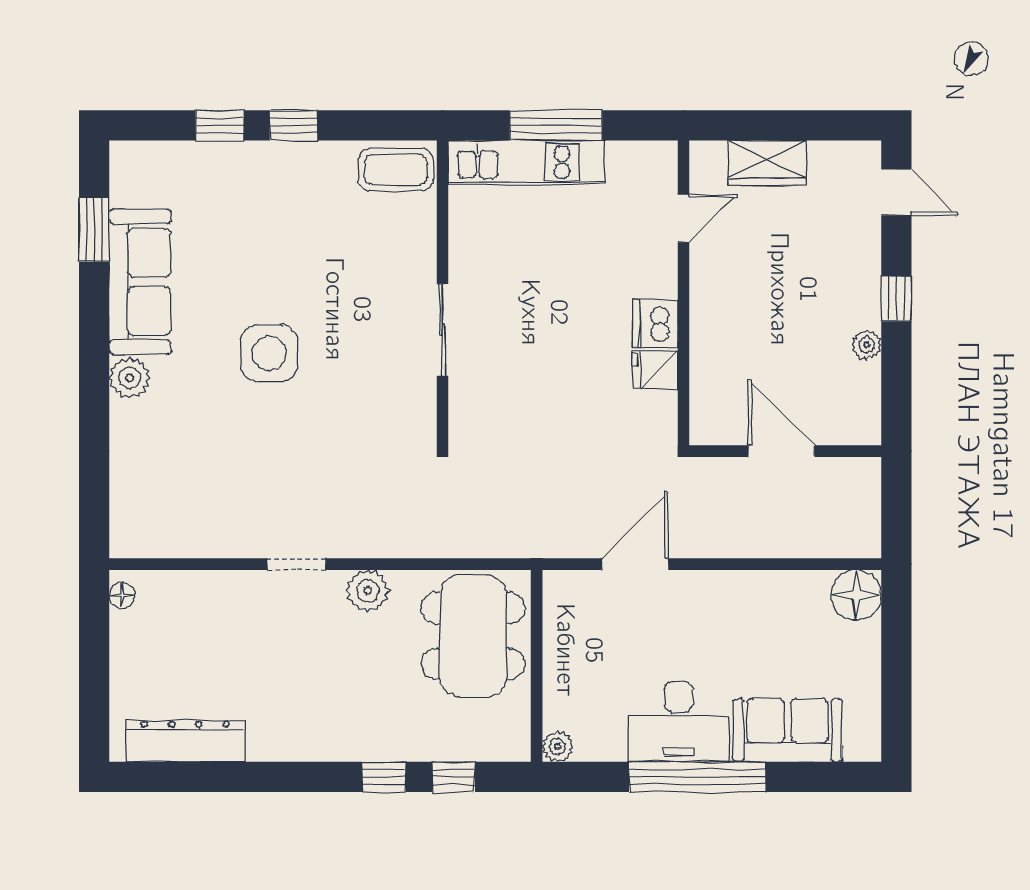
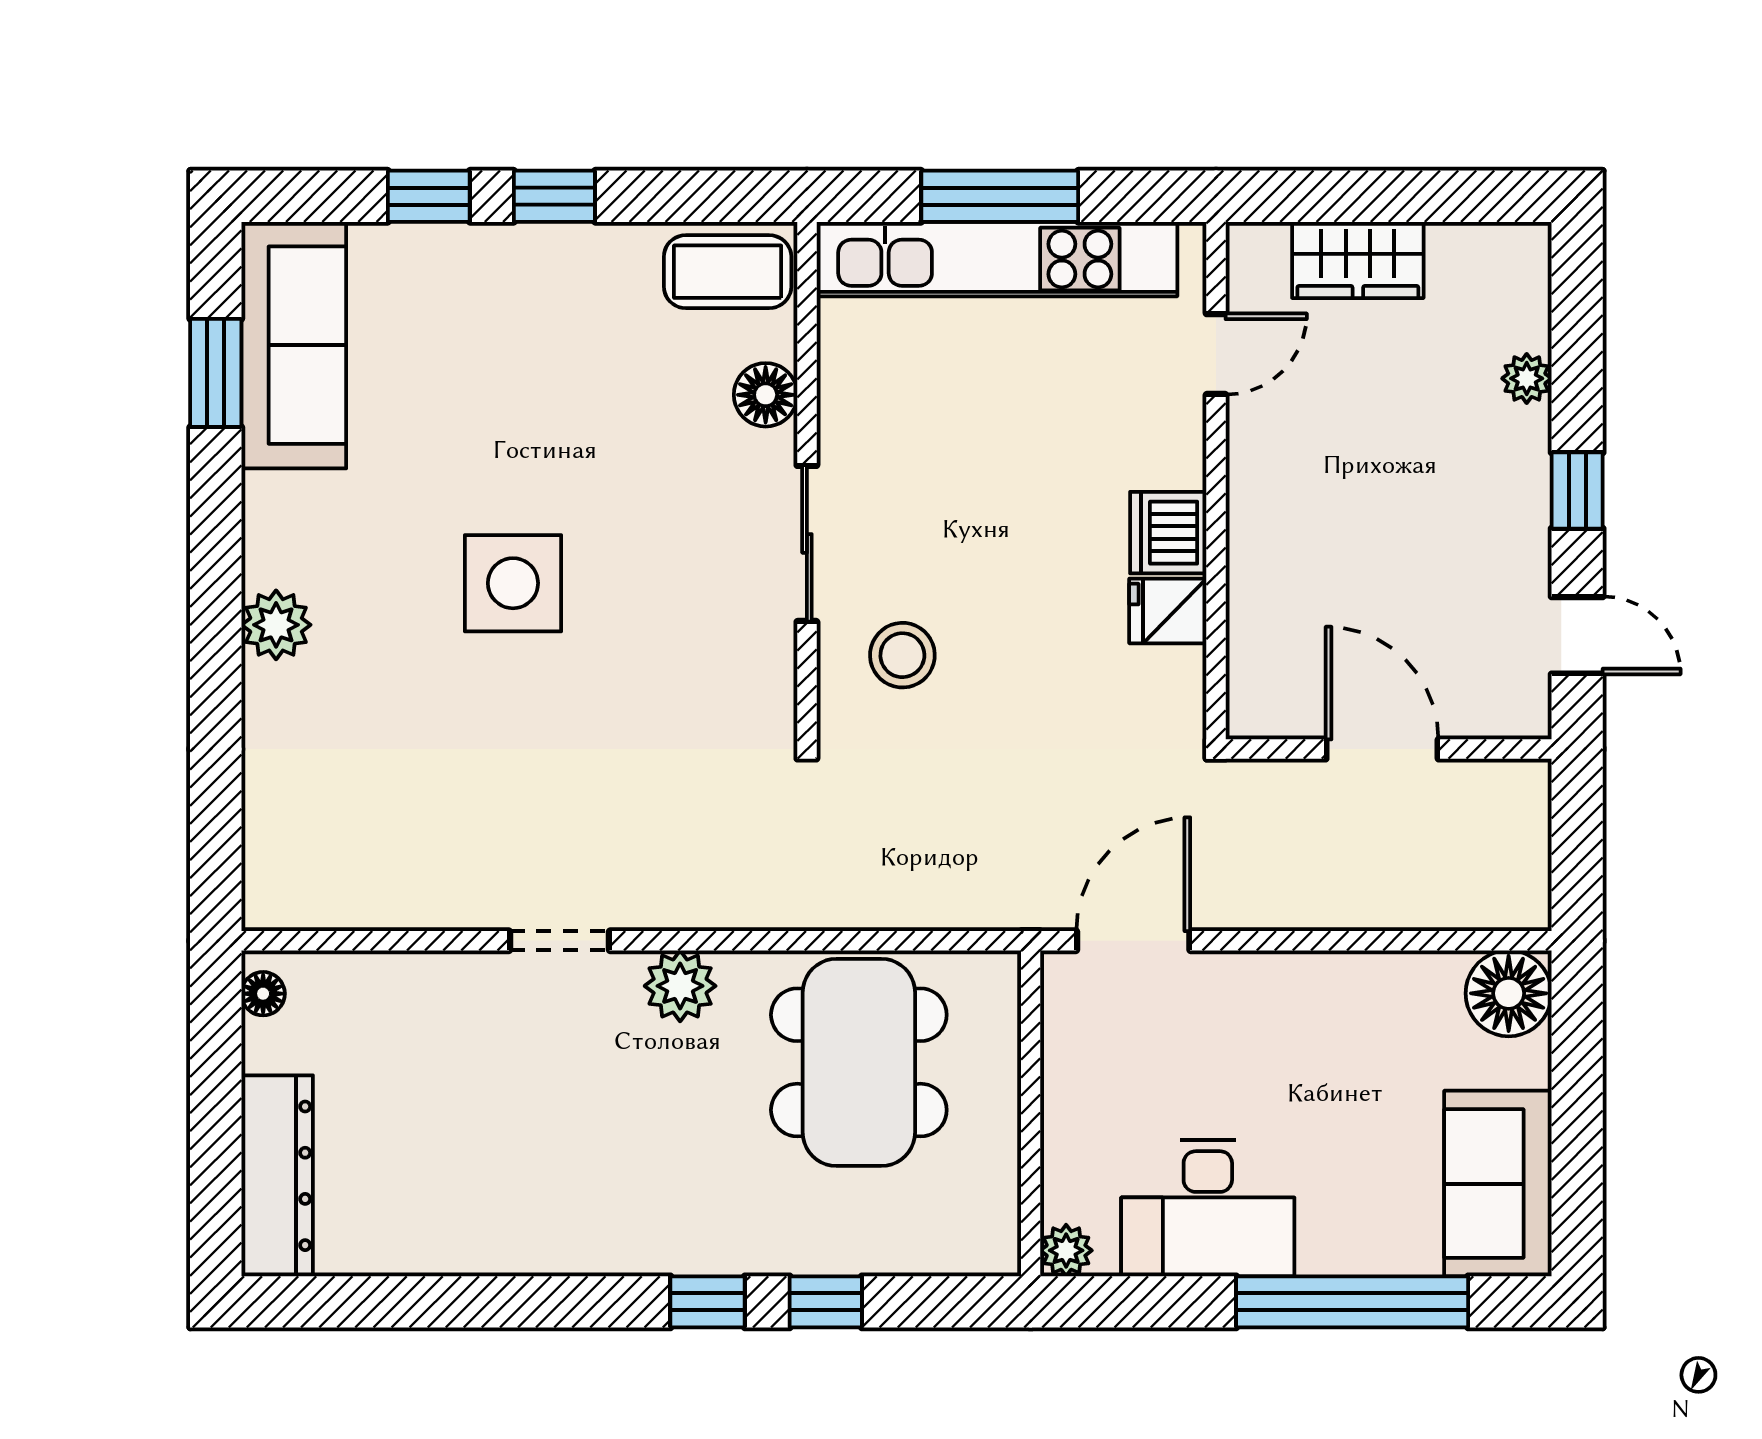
kitchen unit: (526, 162) -> (997, 259), width x1.36
door: (896, 192) -> (1577, 635), moved
floor lamp: (418, 242) -> (766, 395), added
sofa: (140, 282) -> (294, 345), moved
plant: (867, 345) -> (1527, 378), moved
stool: (499, 396) -> (902, 655), added
wall: (537, 666) -> (1031, 1113), moved
sofa: (787, 730) -> (1498, 1184), moved, turned -90
dresser: (185, 741) -> (277, 1176), moved, turned 90
plant: (558, 747) -> (1066, 1250), moved
window: (697, 777) -> (1352, 1302), moved

